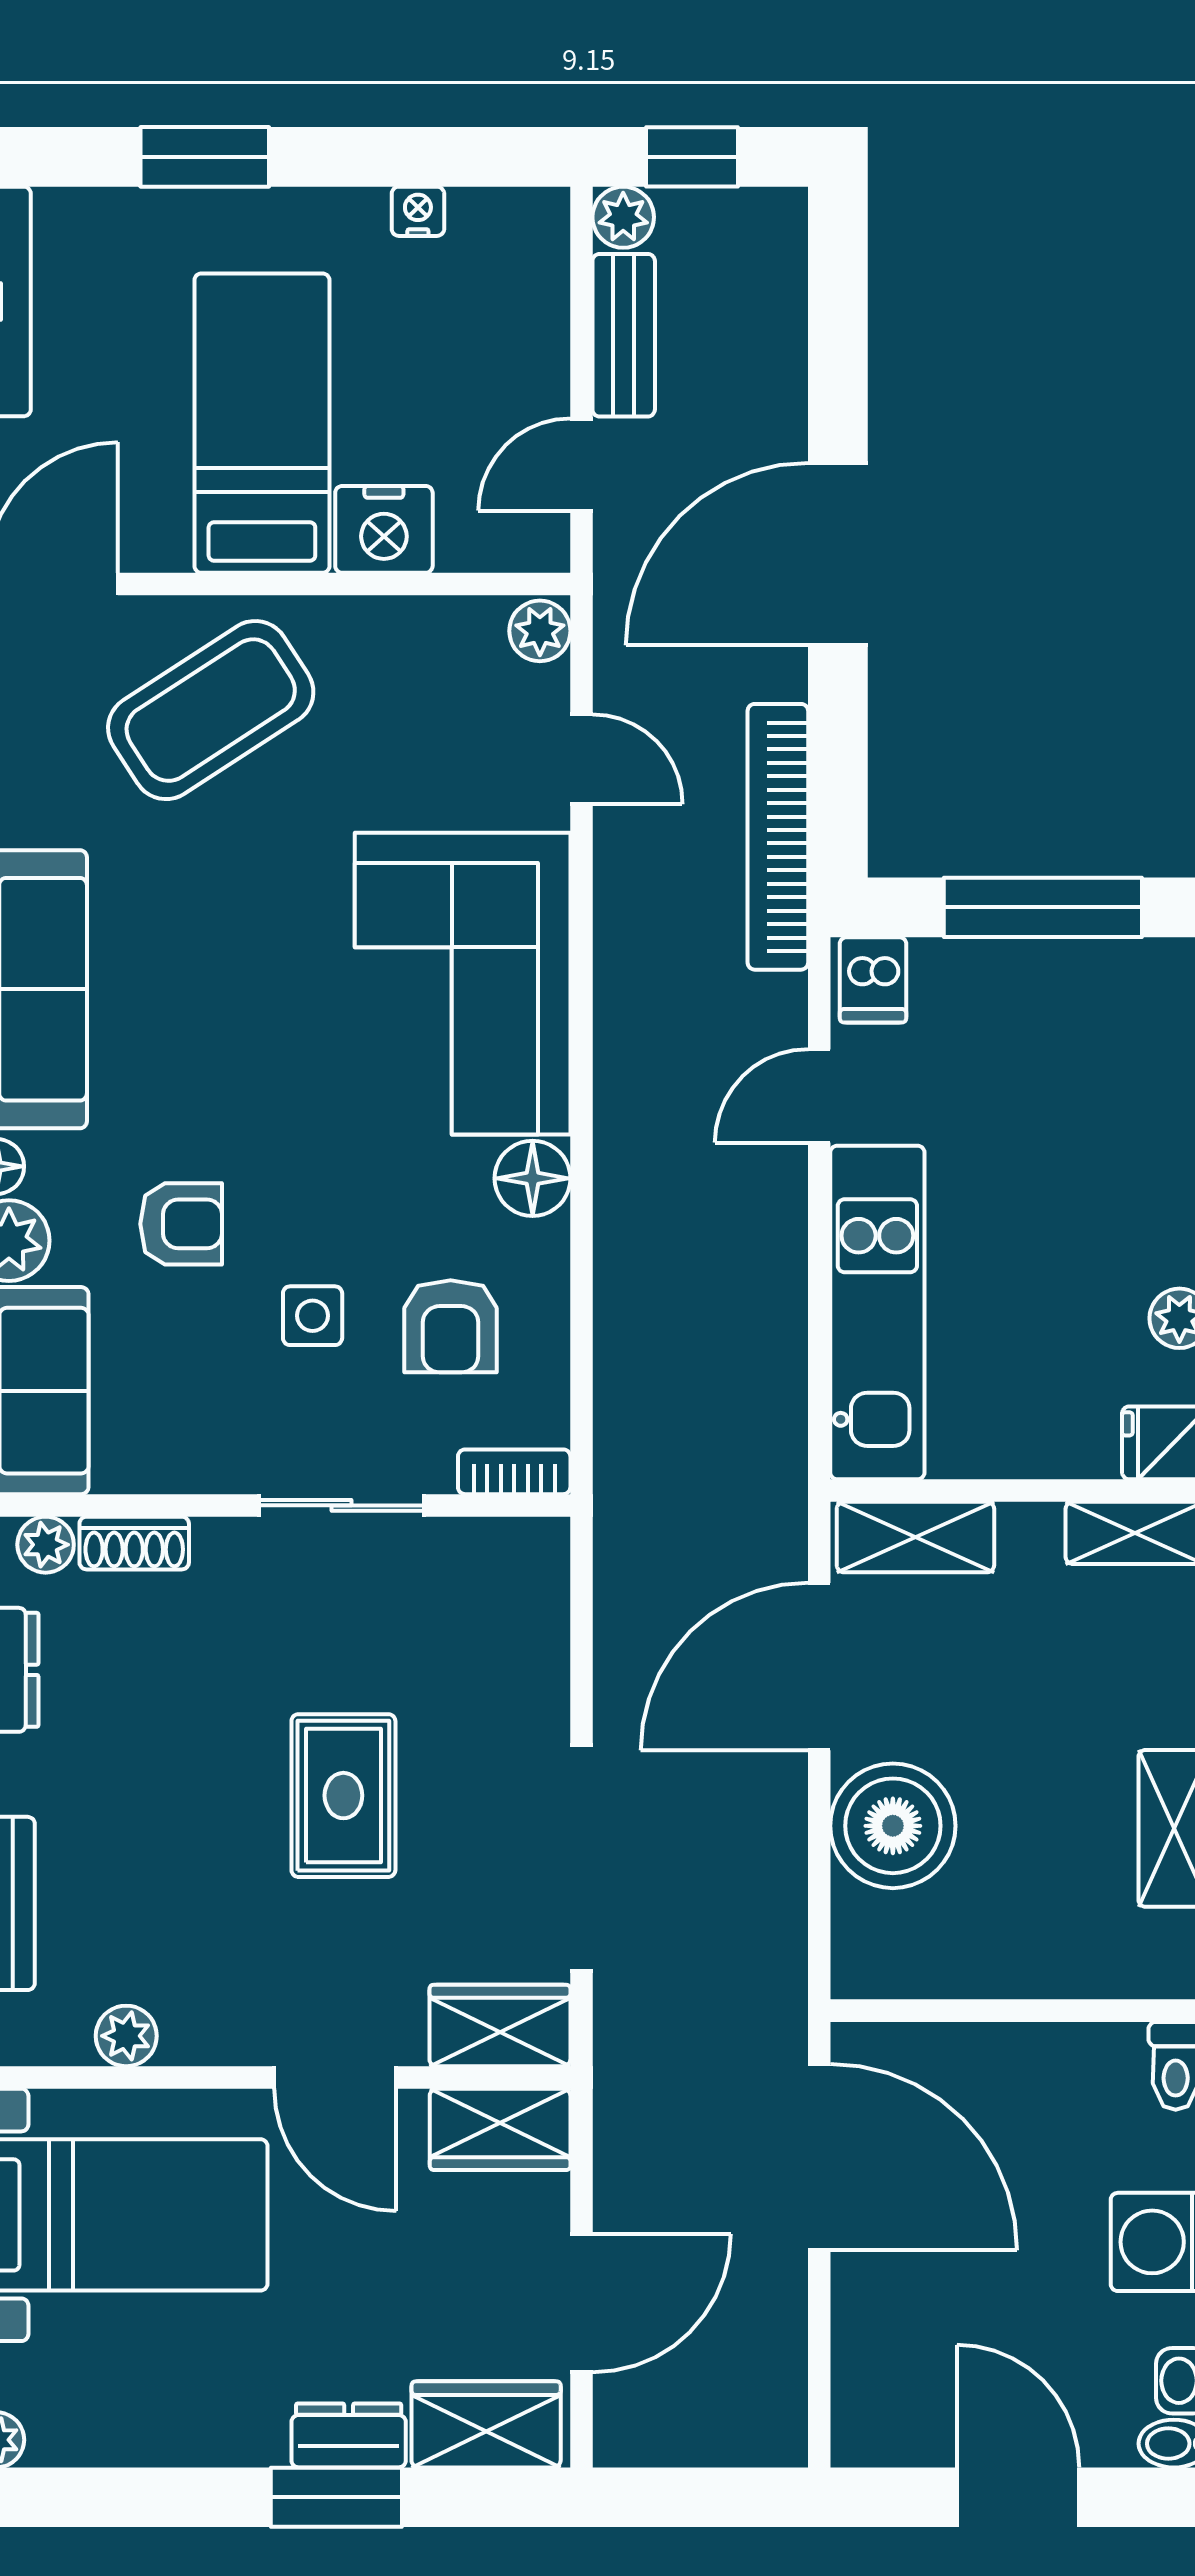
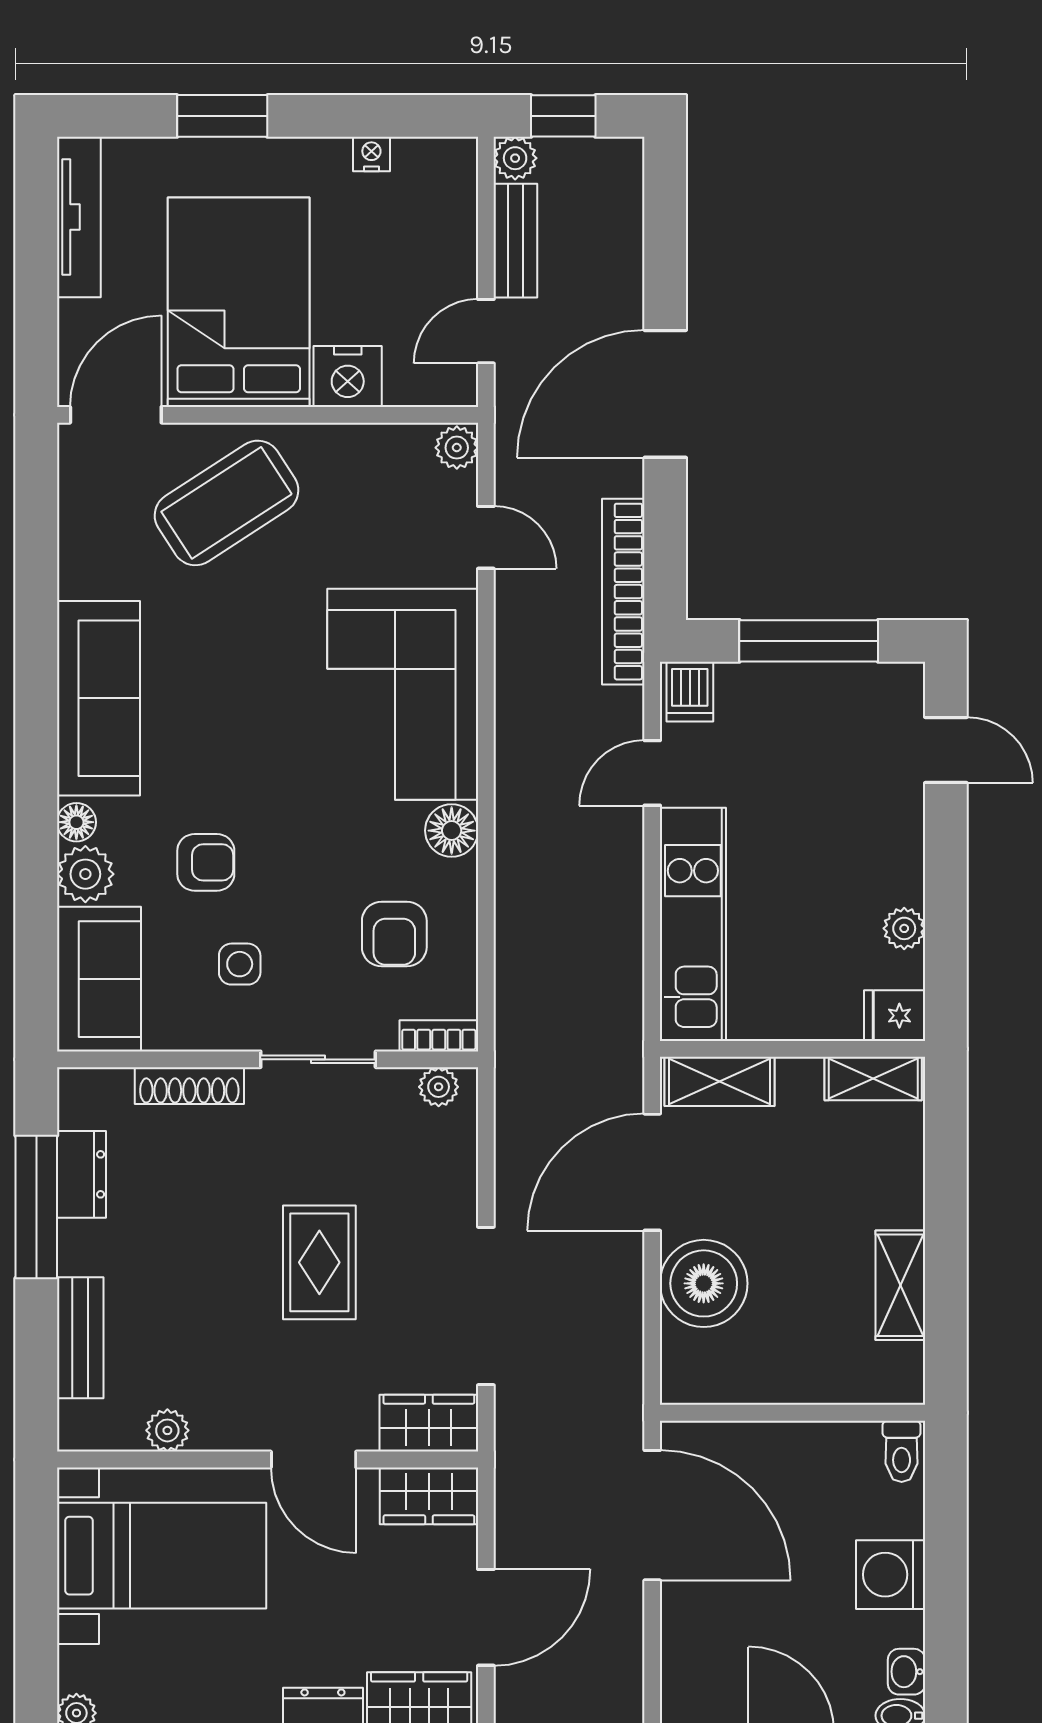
bed: (262, 423) -> (239, 302), width x1.50
side table: (313, 1316) -> (240, 964), moved
shoe rack: (134, 1543) -> (189, 1086), width x1.43
plant: (46, 1545) -> (439, 1087), moved

